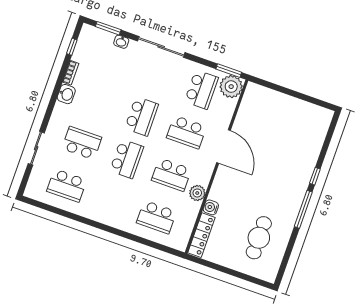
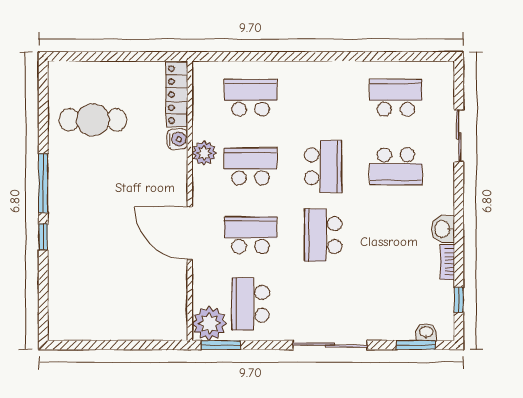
washbasin: (121, 42) -> (426, 332), moved
school desk: (127, 159) -> (323, 166), turned 180
cafe table: (259, 238) -> (93, 120), turned 90

